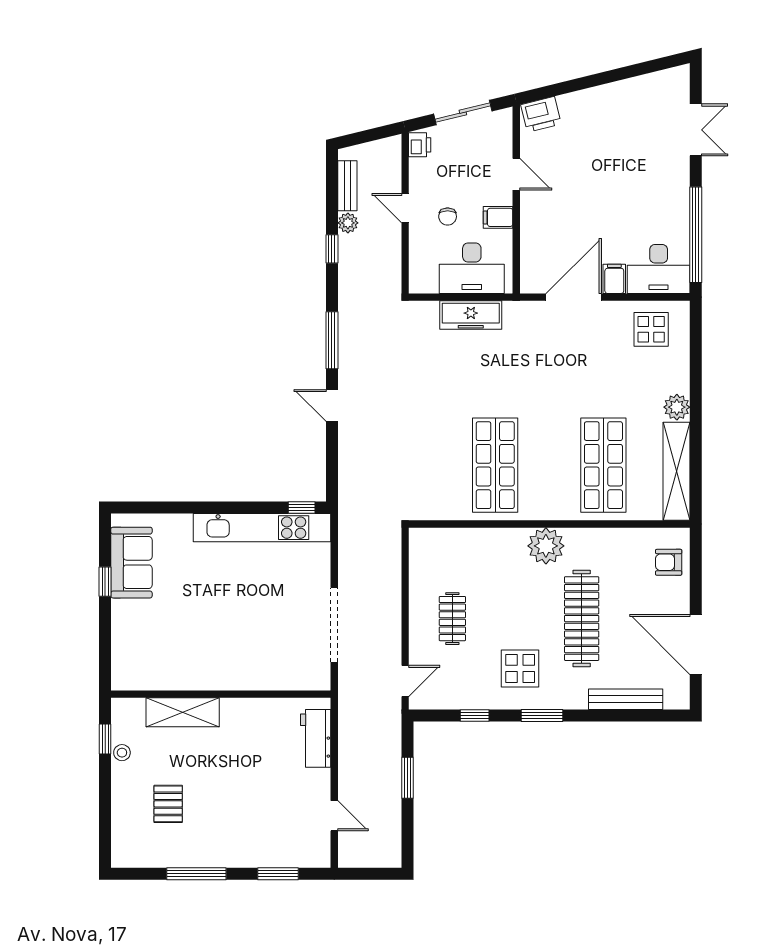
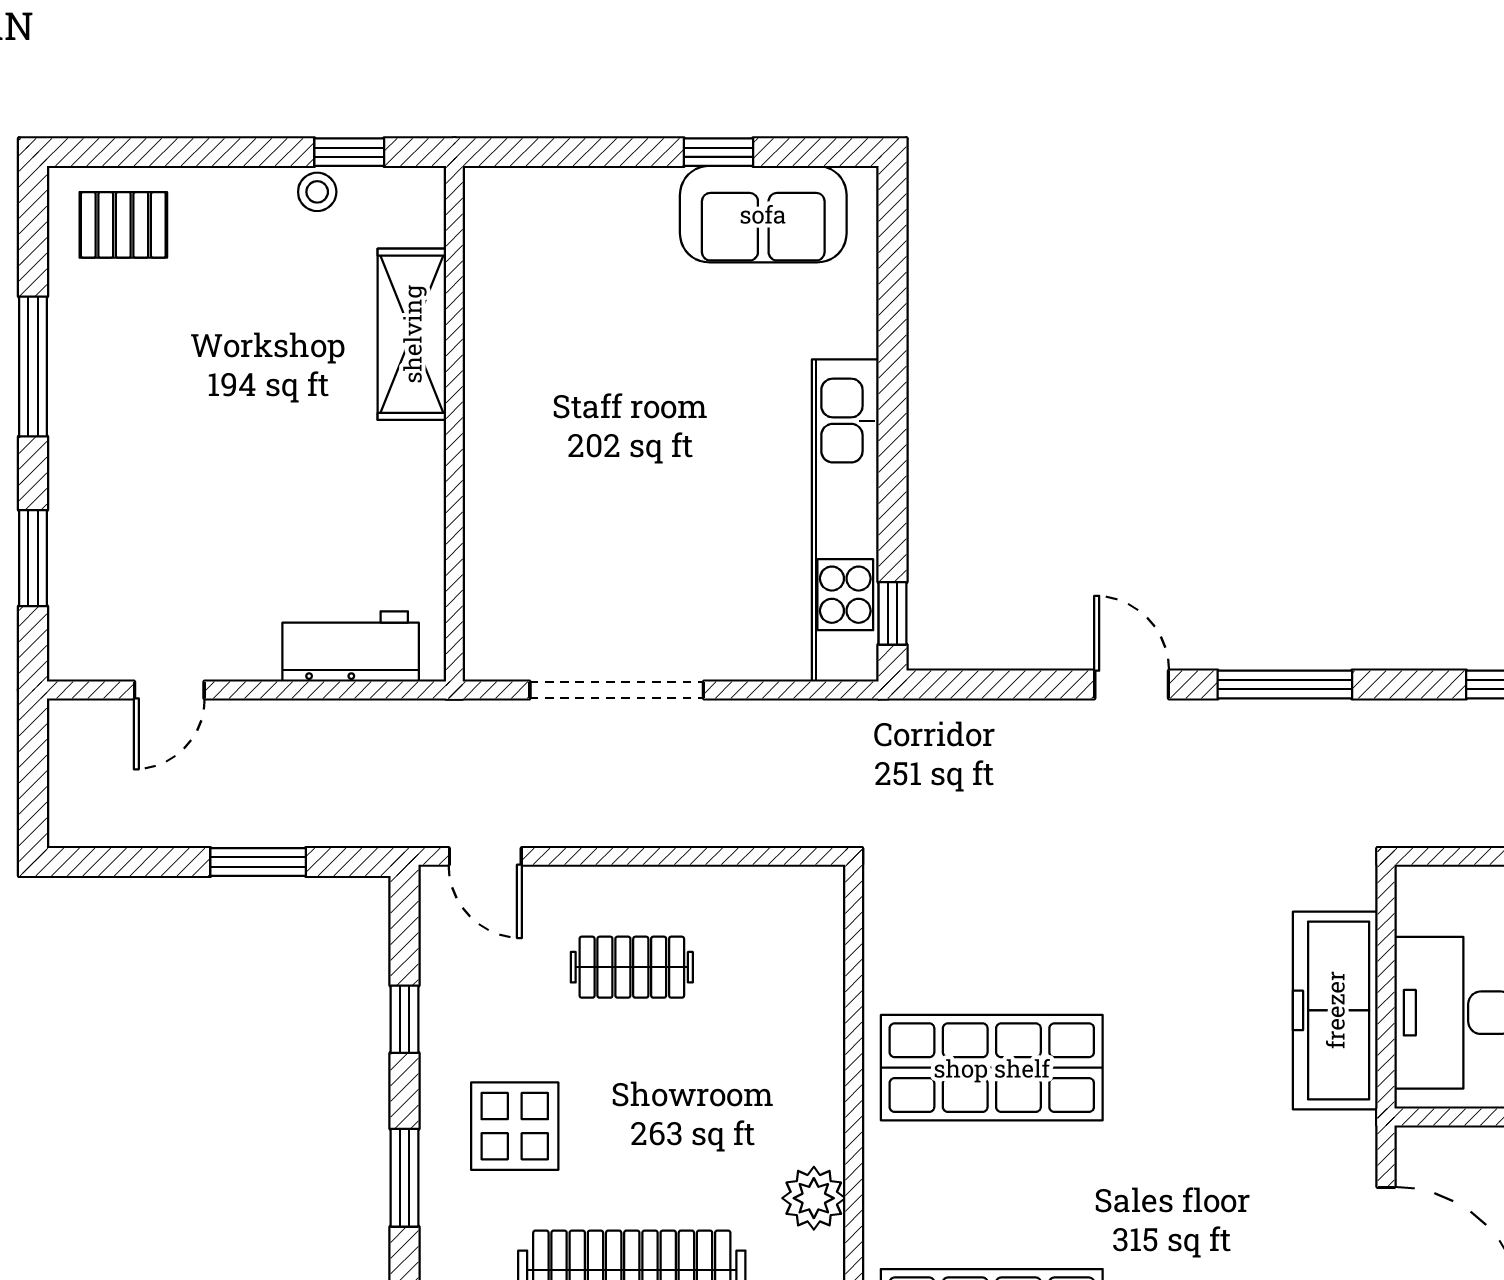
freezer: (471, 315) -> (1335, 1010), width x1.36, depth x1.26
door: (332, 406) -> (1132, 684), hinge flipped
plant: (546, 546) -> (814, 1198), width x0.73, depth x0.73
pallet: (168, 804) -> (123, 225), moved

